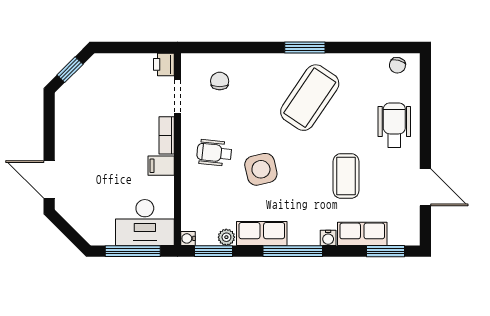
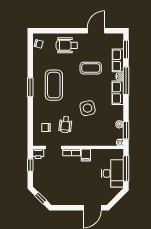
window: (140, 48) -> (30, 165), added
coffee table: (310, 98) -> (54, 85), turned 56
wheelchair: (214, 153) -> (65, 125), moved
desk: (145, 223) -> (113, 173), moved
row of seats: (262, 234) -> (118, 93), moved
window: (293, 251) -> (126, 81), moved

